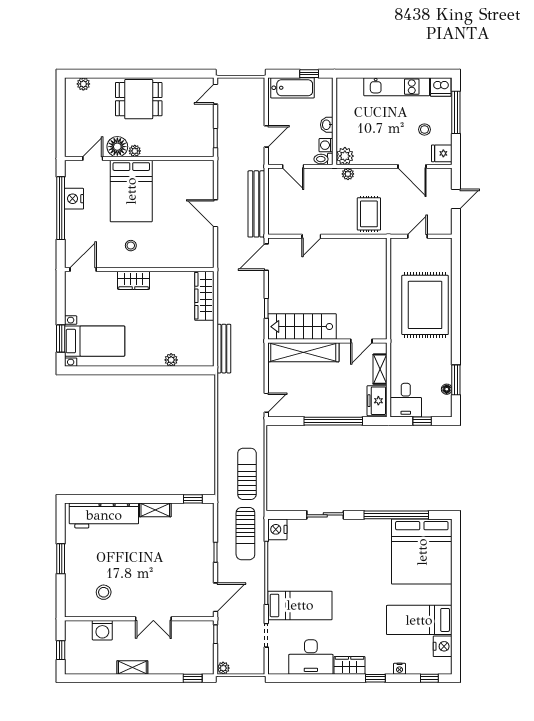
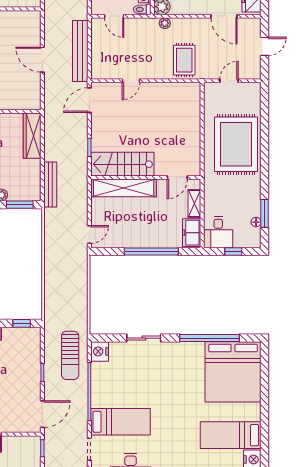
window: (191, 370) -> (20, 205), added
sun lounger: (247, 474) -> (72, 300), removed

